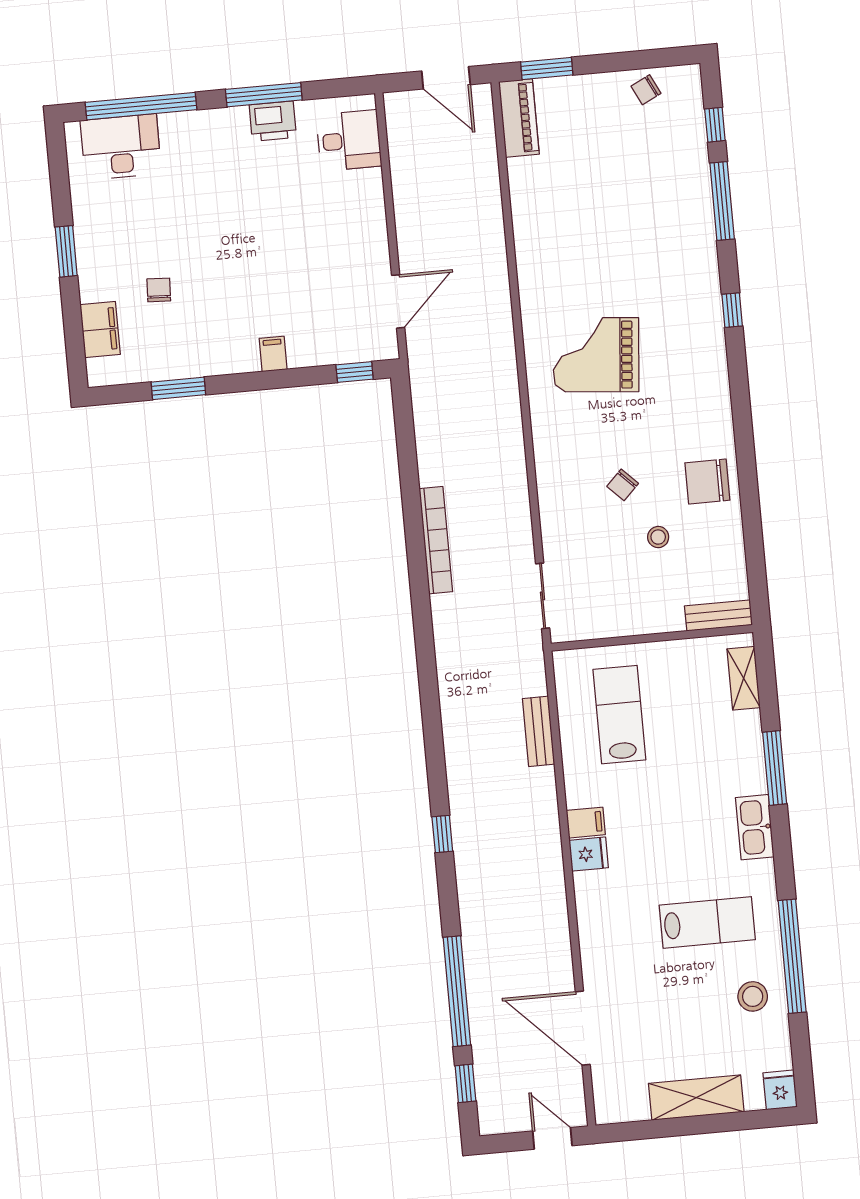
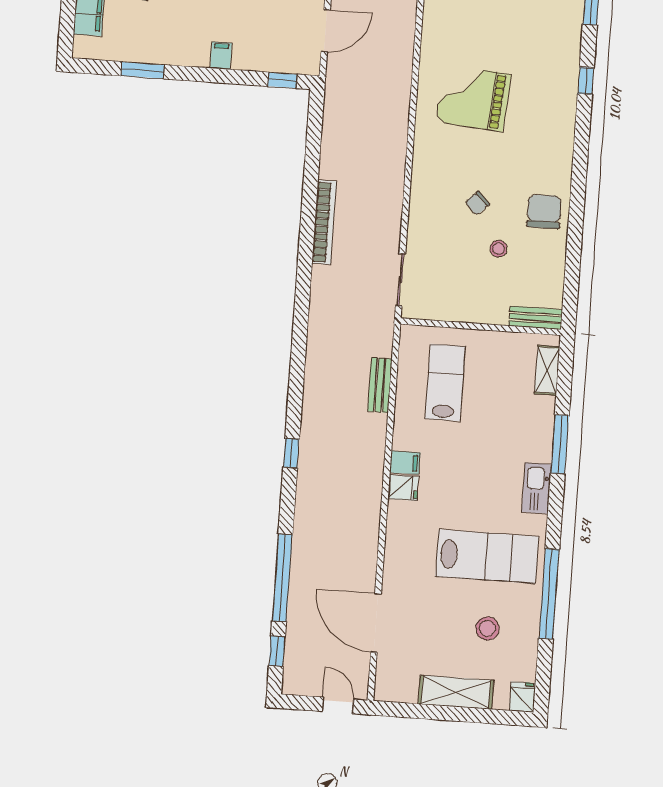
chair: (707, 481) -> (544, 212), turned 90
lab bench: (707, 922) -> (487, 557), width x1.36, depth x1.39
stool: (753, 996) -> (487, 628), moved

